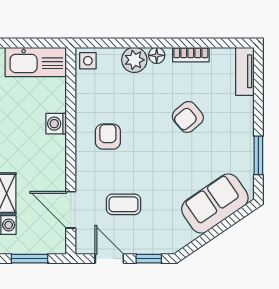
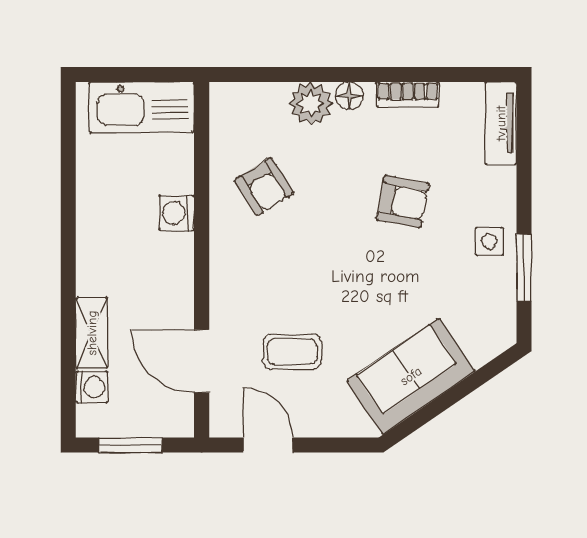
side table: (88, 61) -> (489, 242), moved
armchair: (188, 117) -> (403, 202), turned -129
armchair: (108, 137) -> (264, 187), moved, turned 148
sofa: (215, 204) -> (411, 376), moved
window: (149, 259) -> (335, 445), removed

